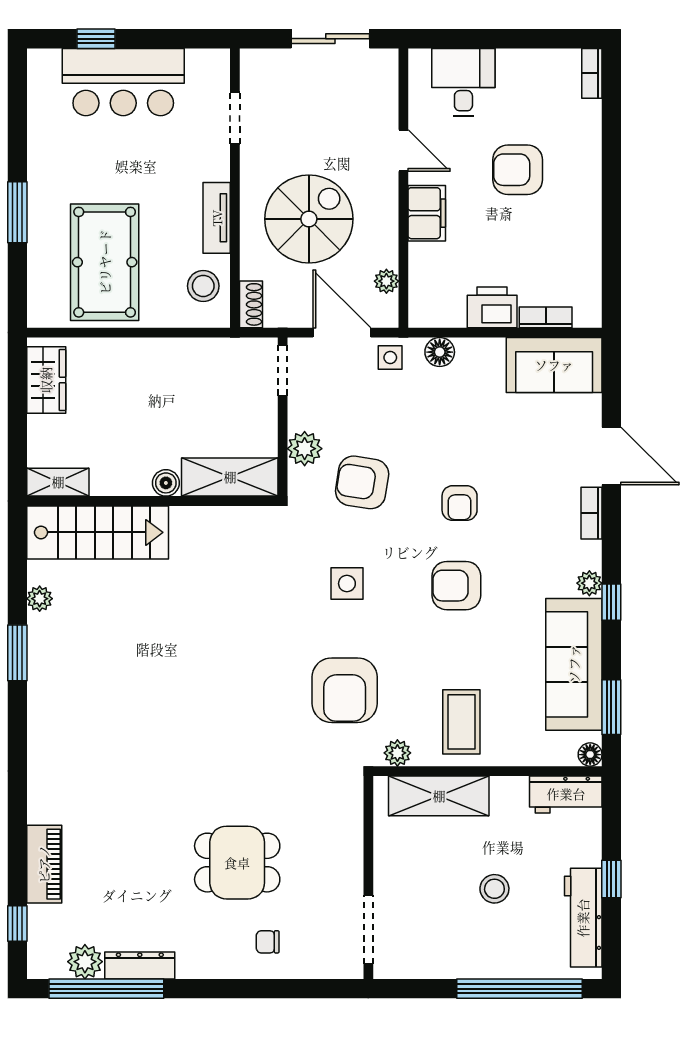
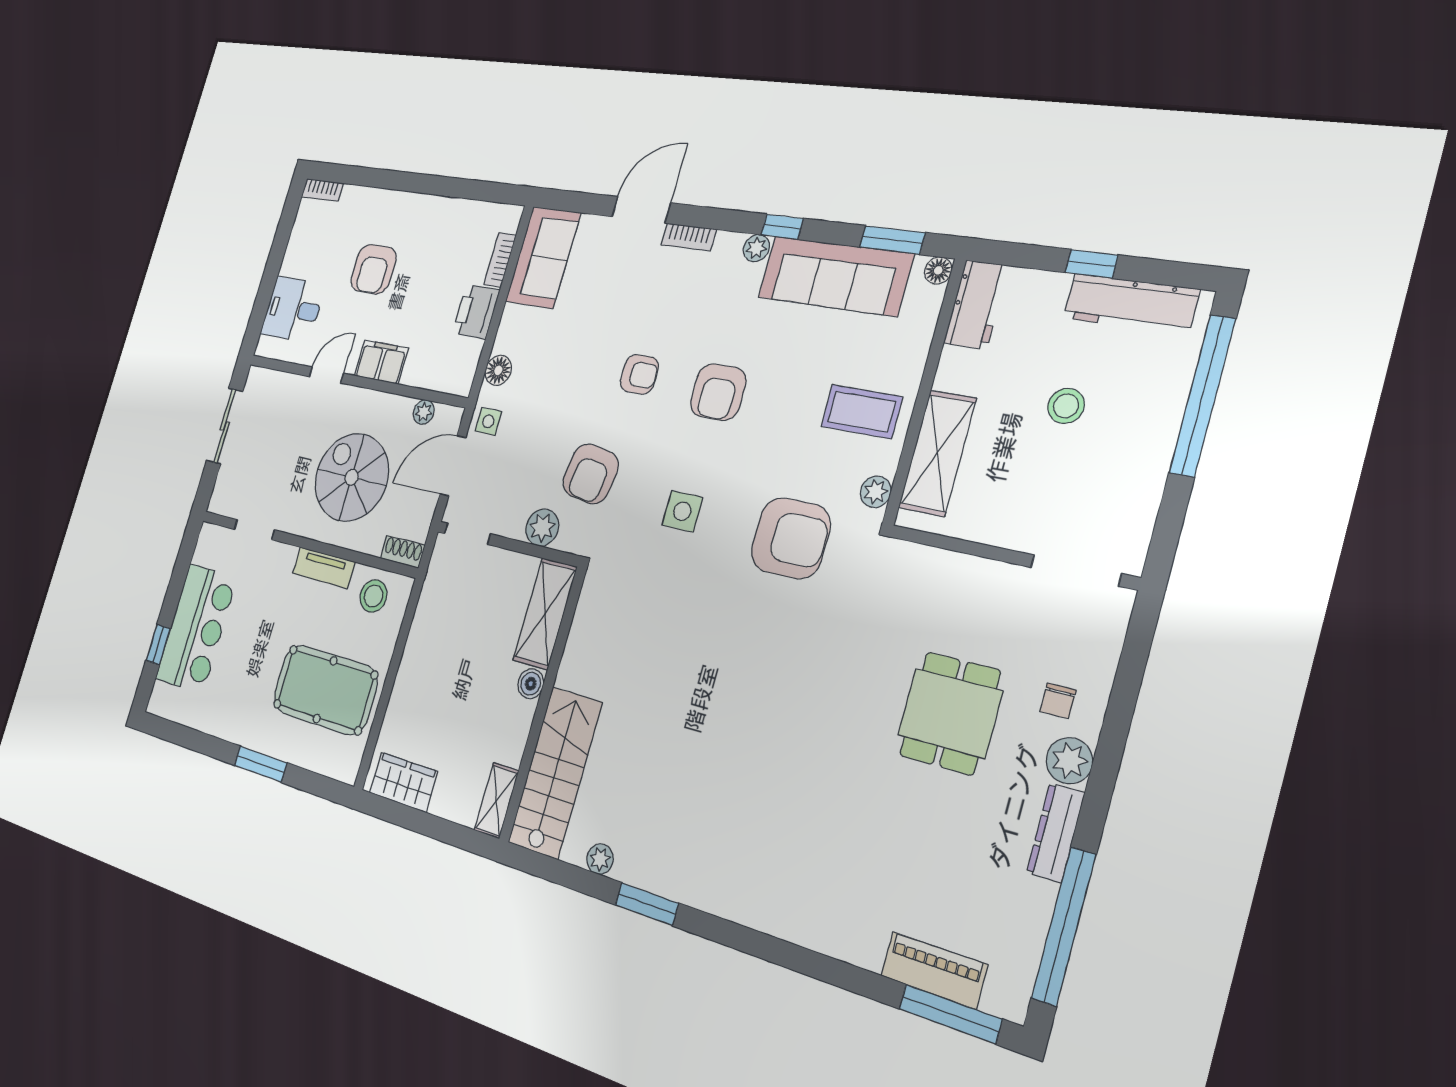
piano: (44, 864) -> (934, 970), moved
window: (17, 924) -> (950, 1014), width x2.17
plant: (85, 962) -> (1069, 761), moved
dresser: (140, 965) -> (1056, 833), moved

